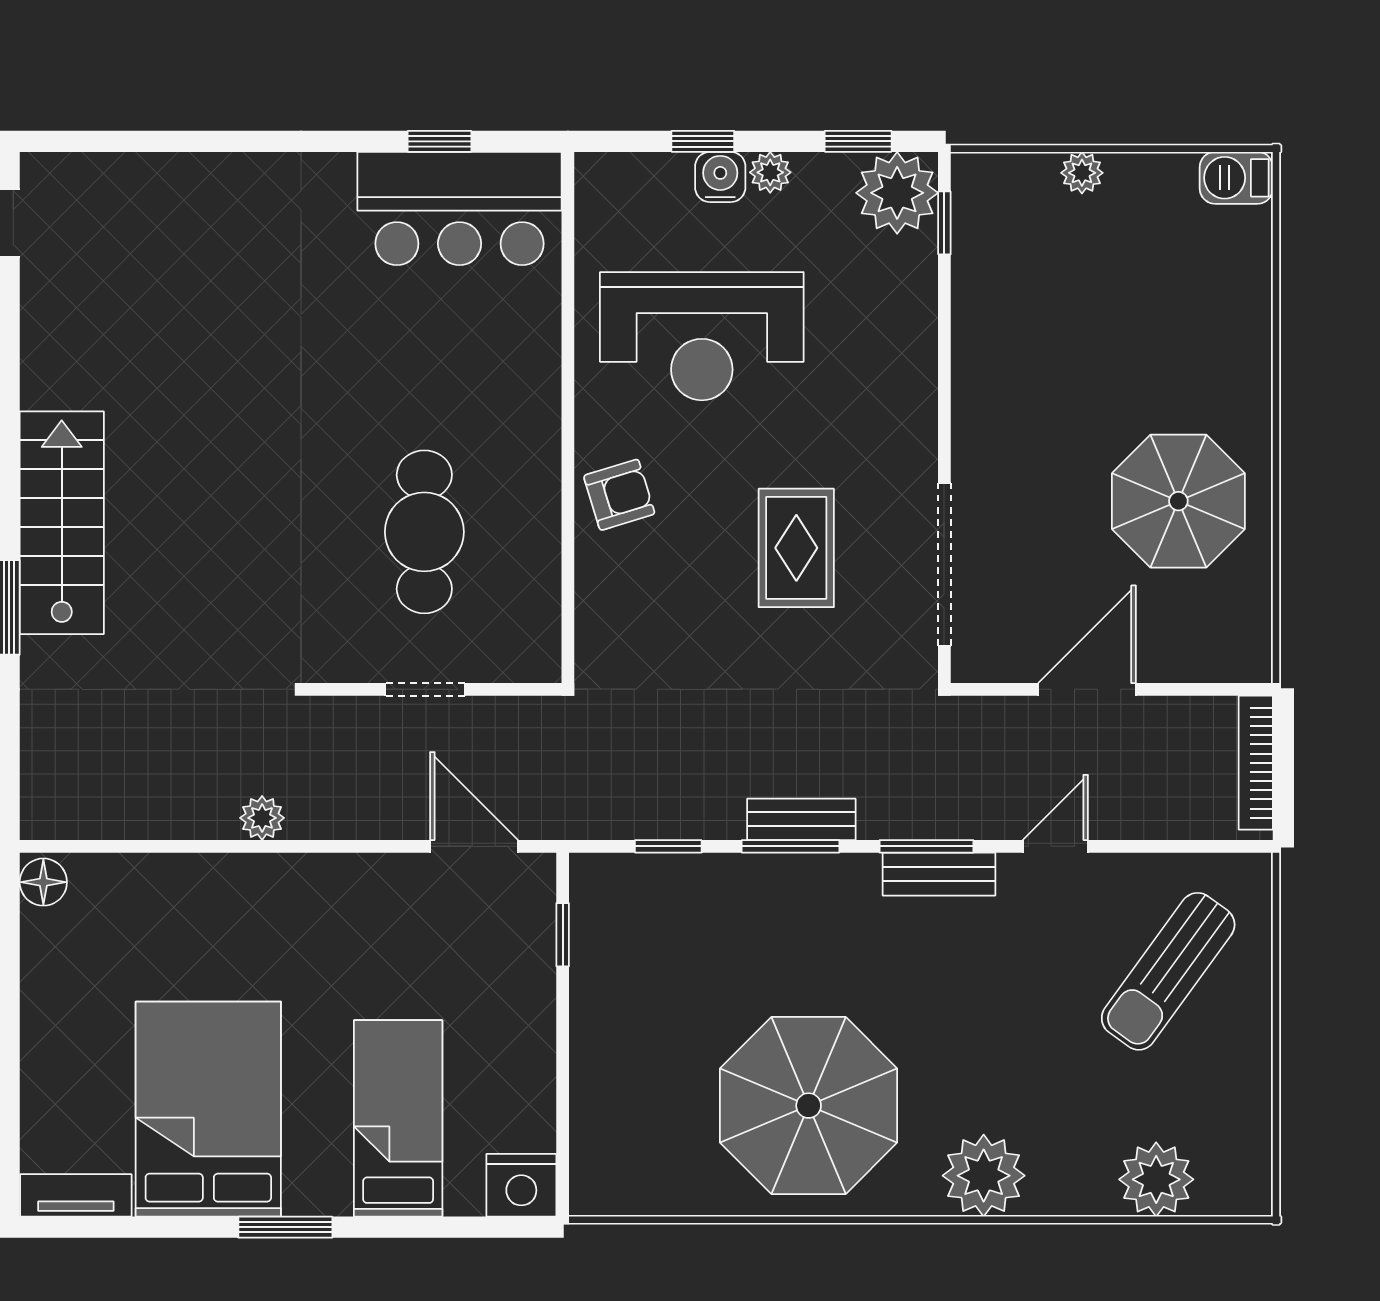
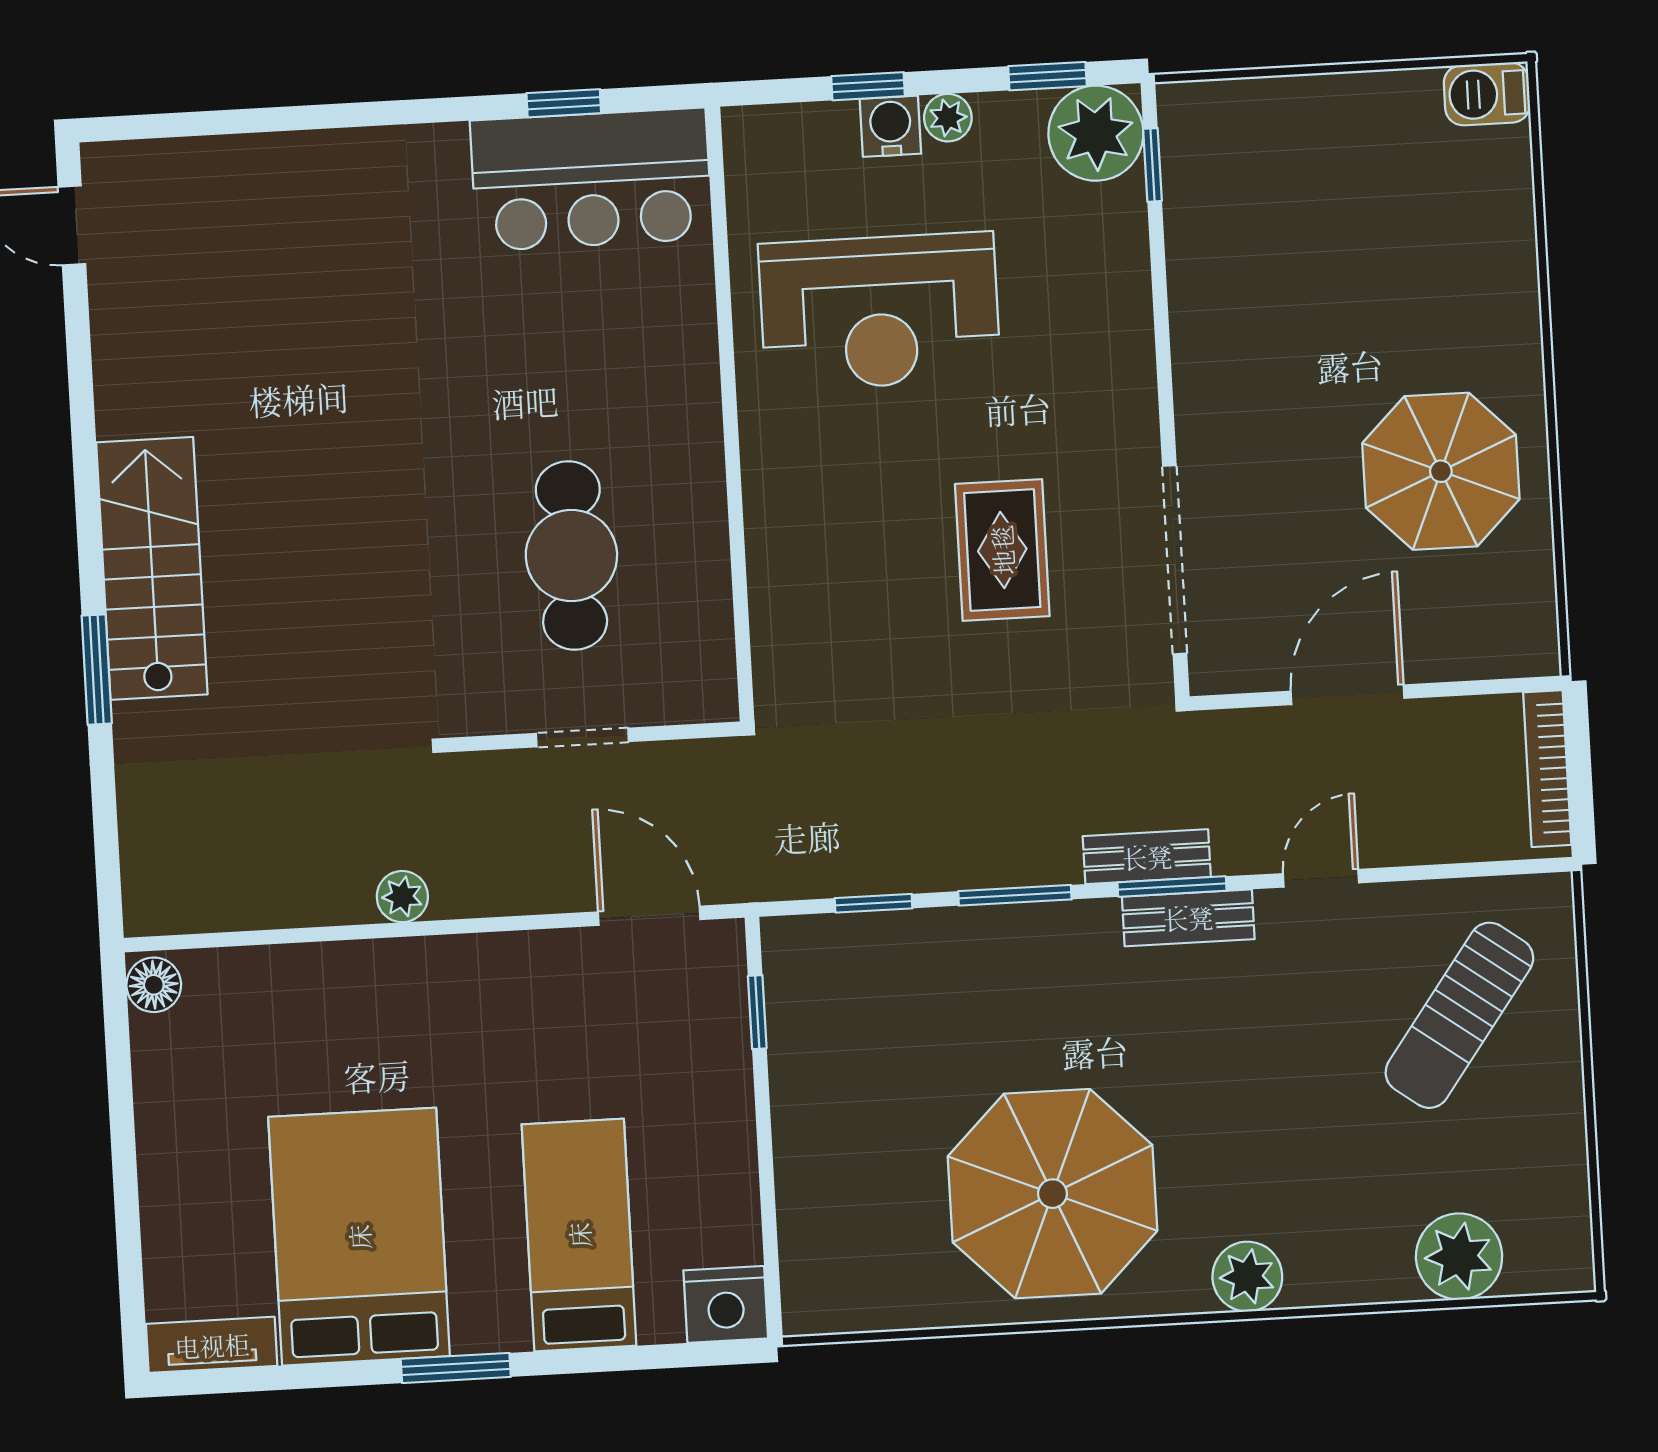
plant: (1082, 173) -> (1308, 98), removed
armchair: (619, 495) -> (794, 500), removed
bench: (801, 819) -> (1147, 857), moved
plant: (984, 1176) -> (1247, 1277), width x0.73, depth x0.73

